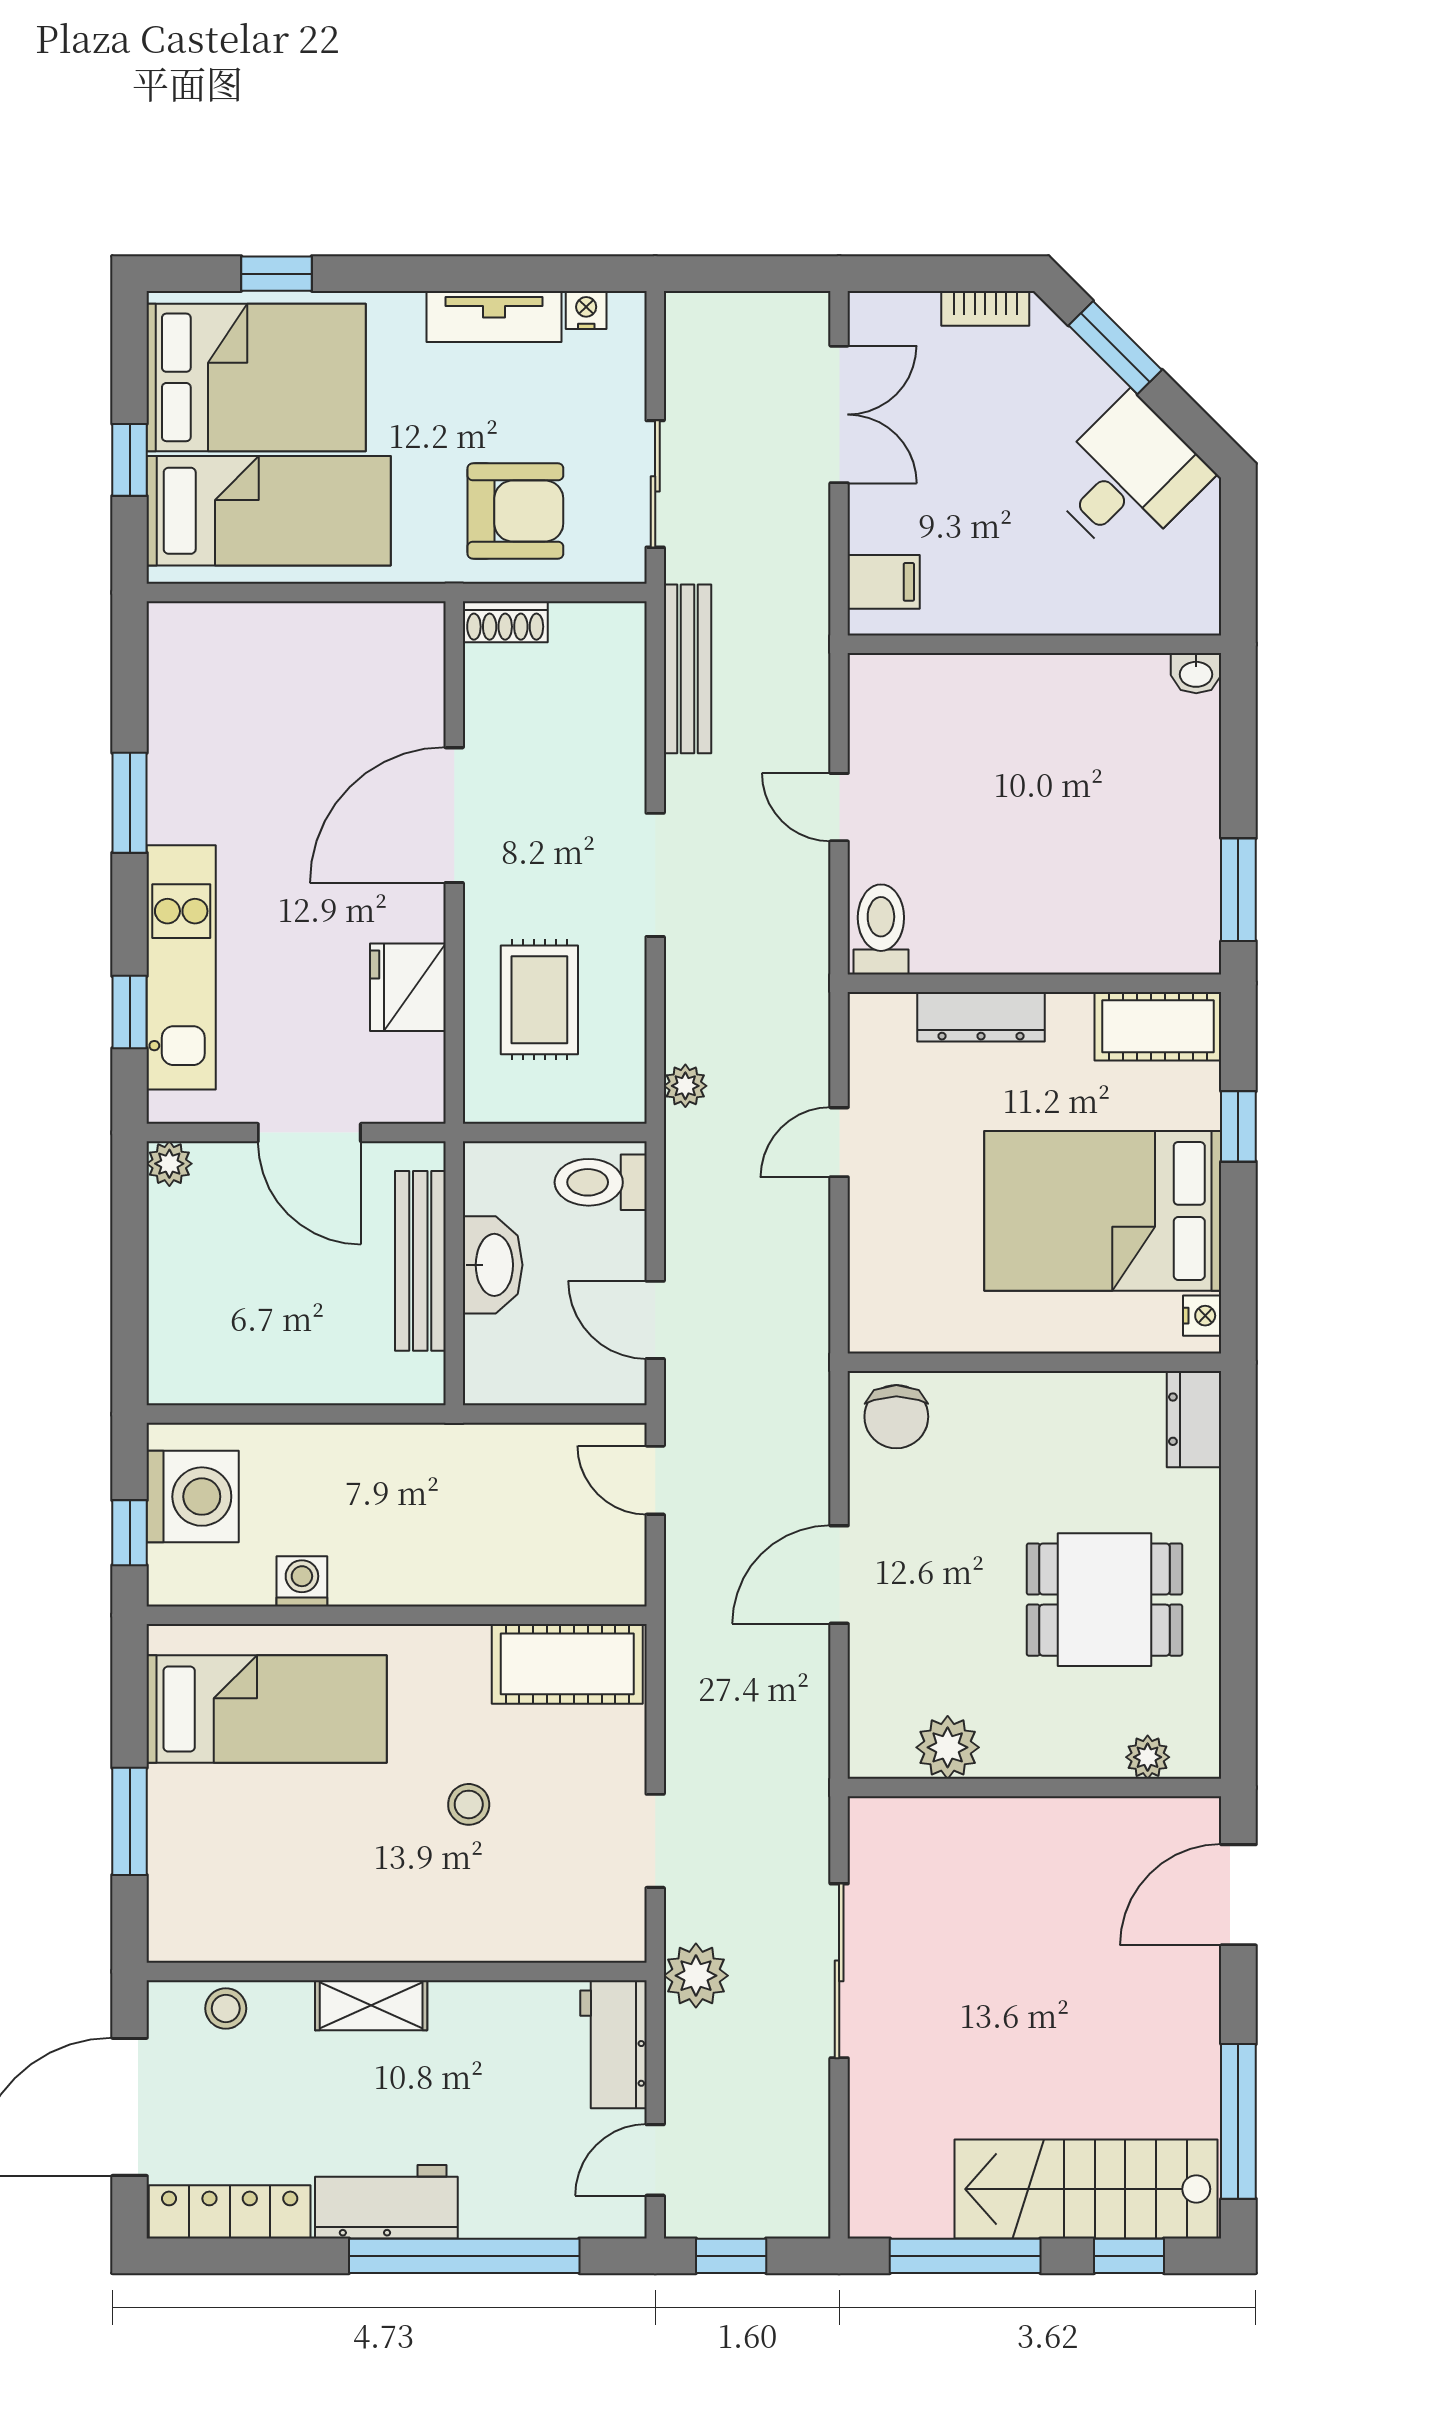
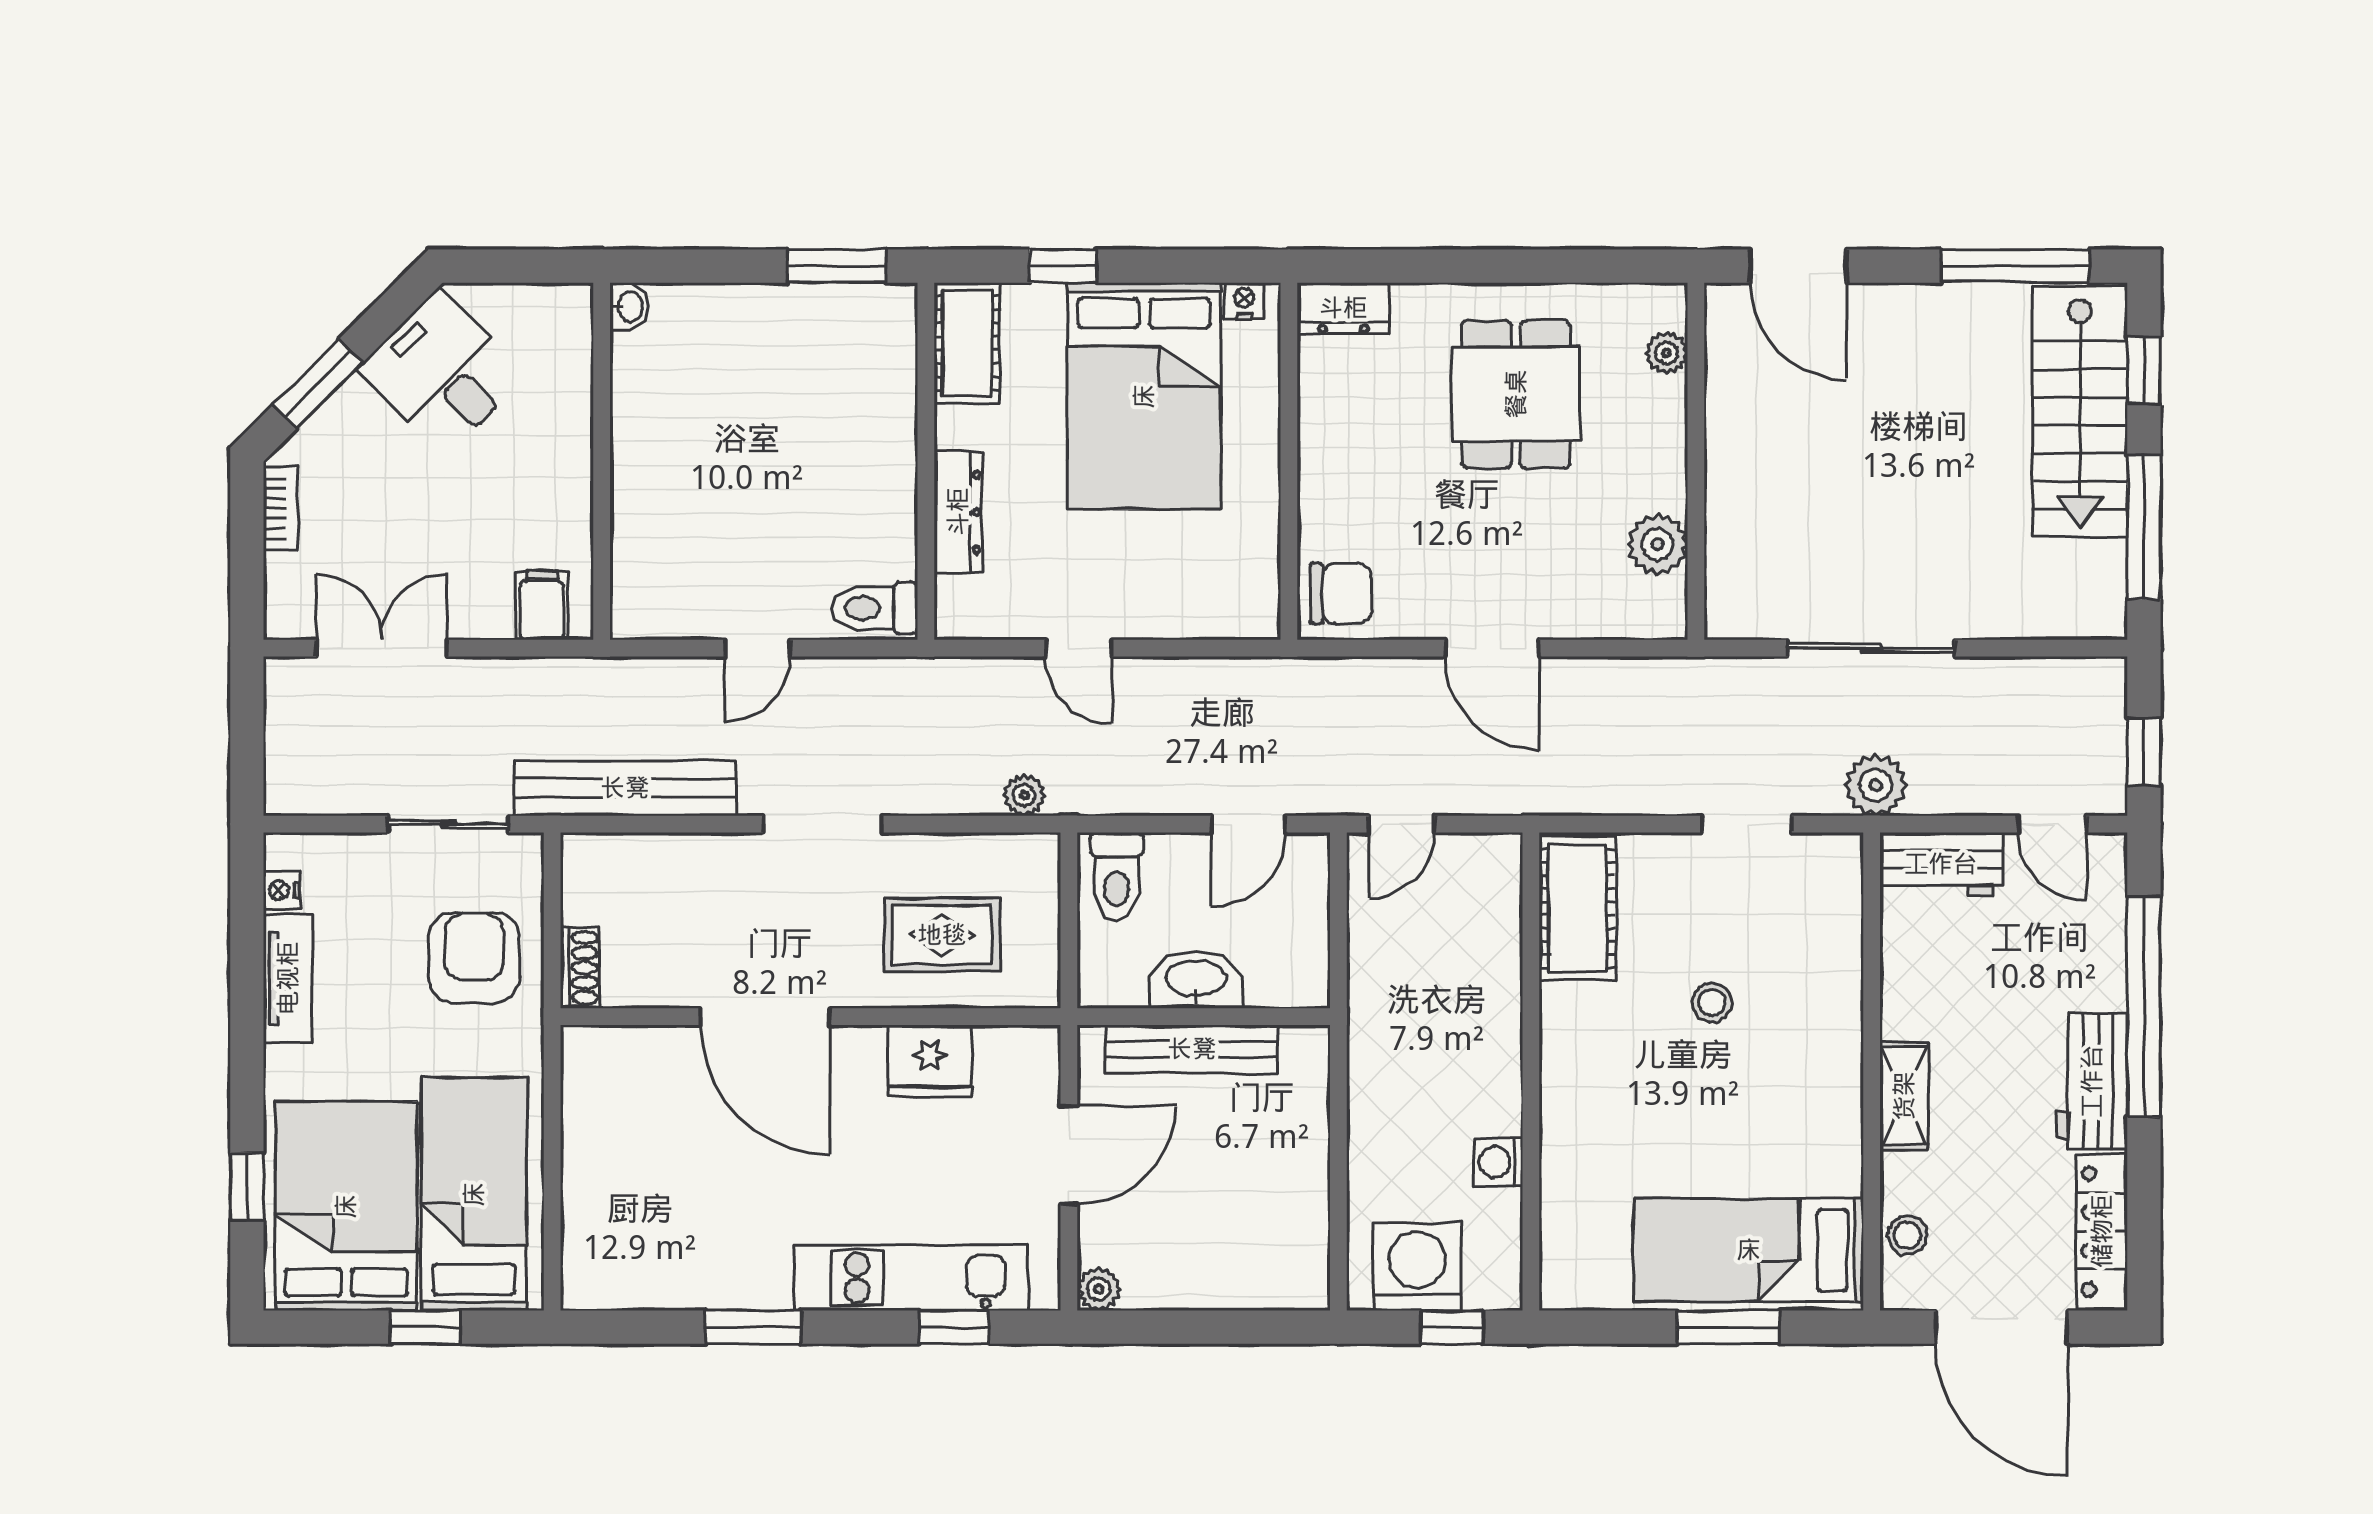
bench: (687, 669) -> (625, 788), width x1.37, depth x1.21
bed: (267, 1709) -> (1749, 1250), moved, turned -90

